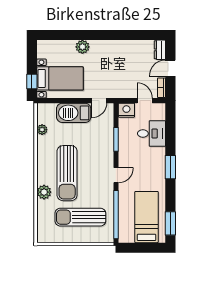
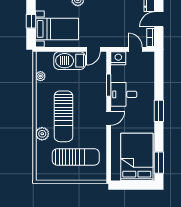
window: (32, 81) -> (31, 21), moved
desk: (152, 134) -> (124, 94), moved, turned 180
window: (116, 215) -> (109, 155), removed
sun lounger: (80, 217) -> (76, 157), turned 180
bed: (146, 217) -> (137, 157), width x1.50

